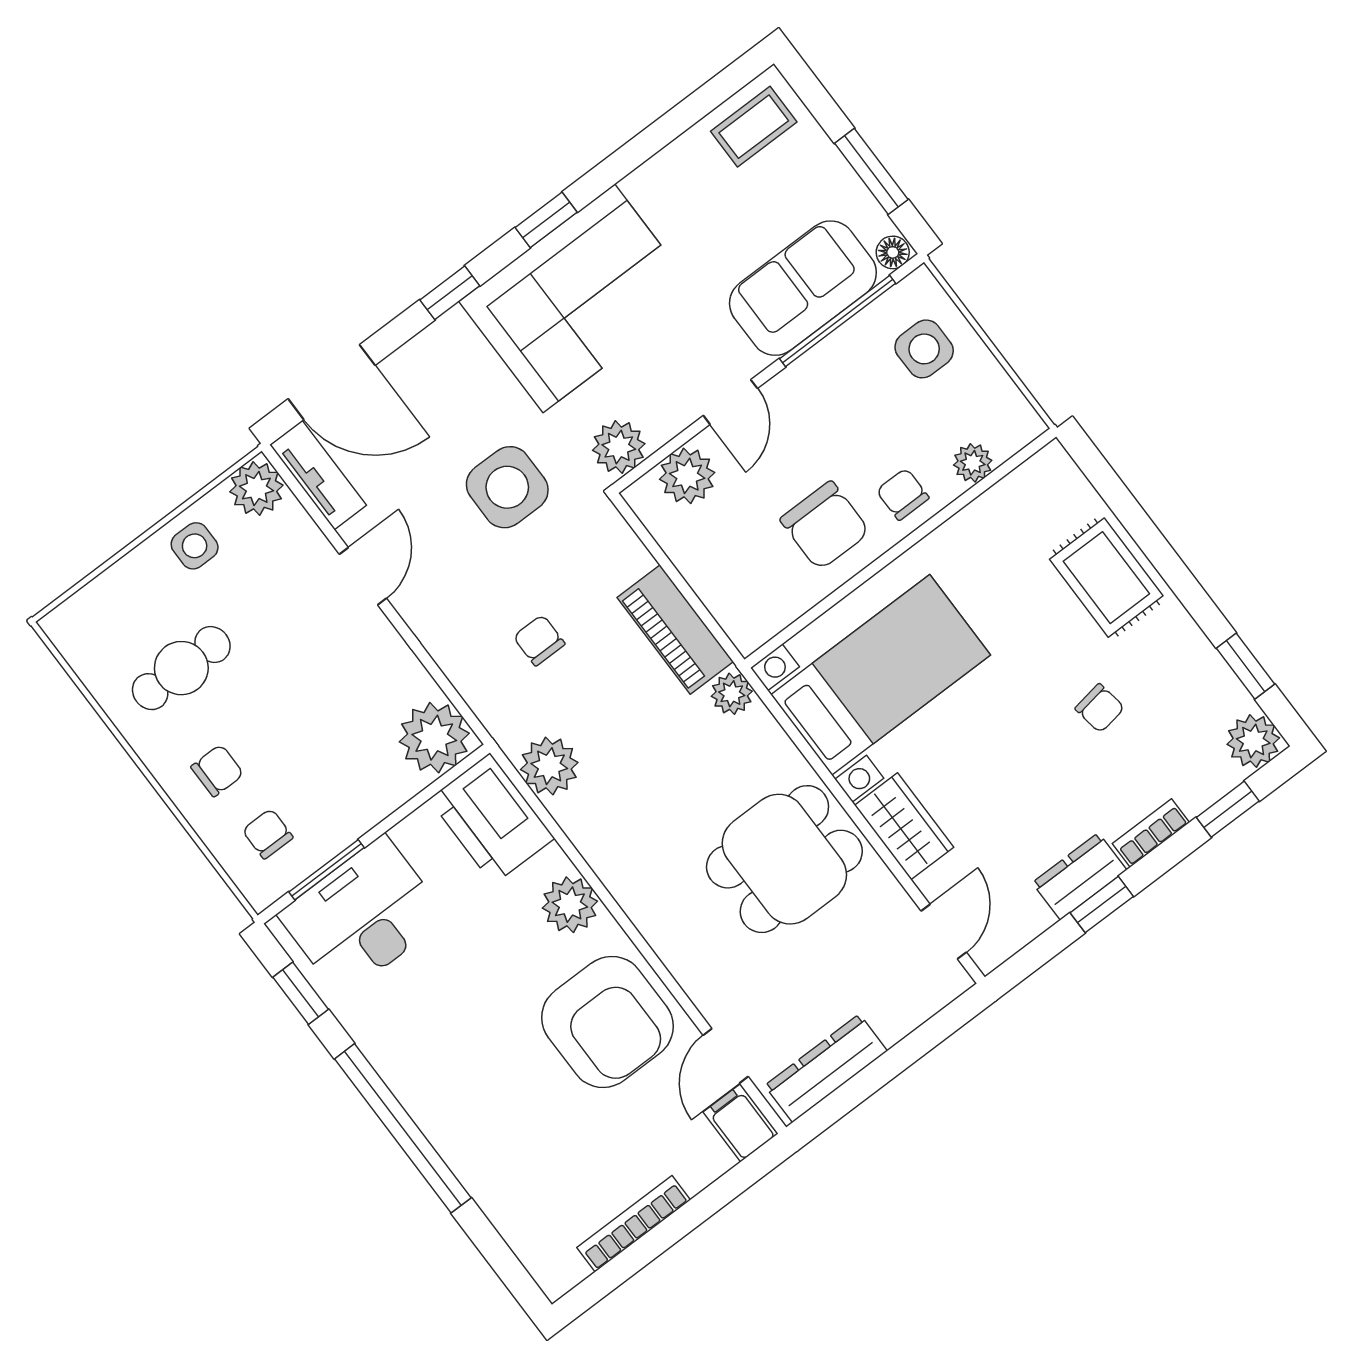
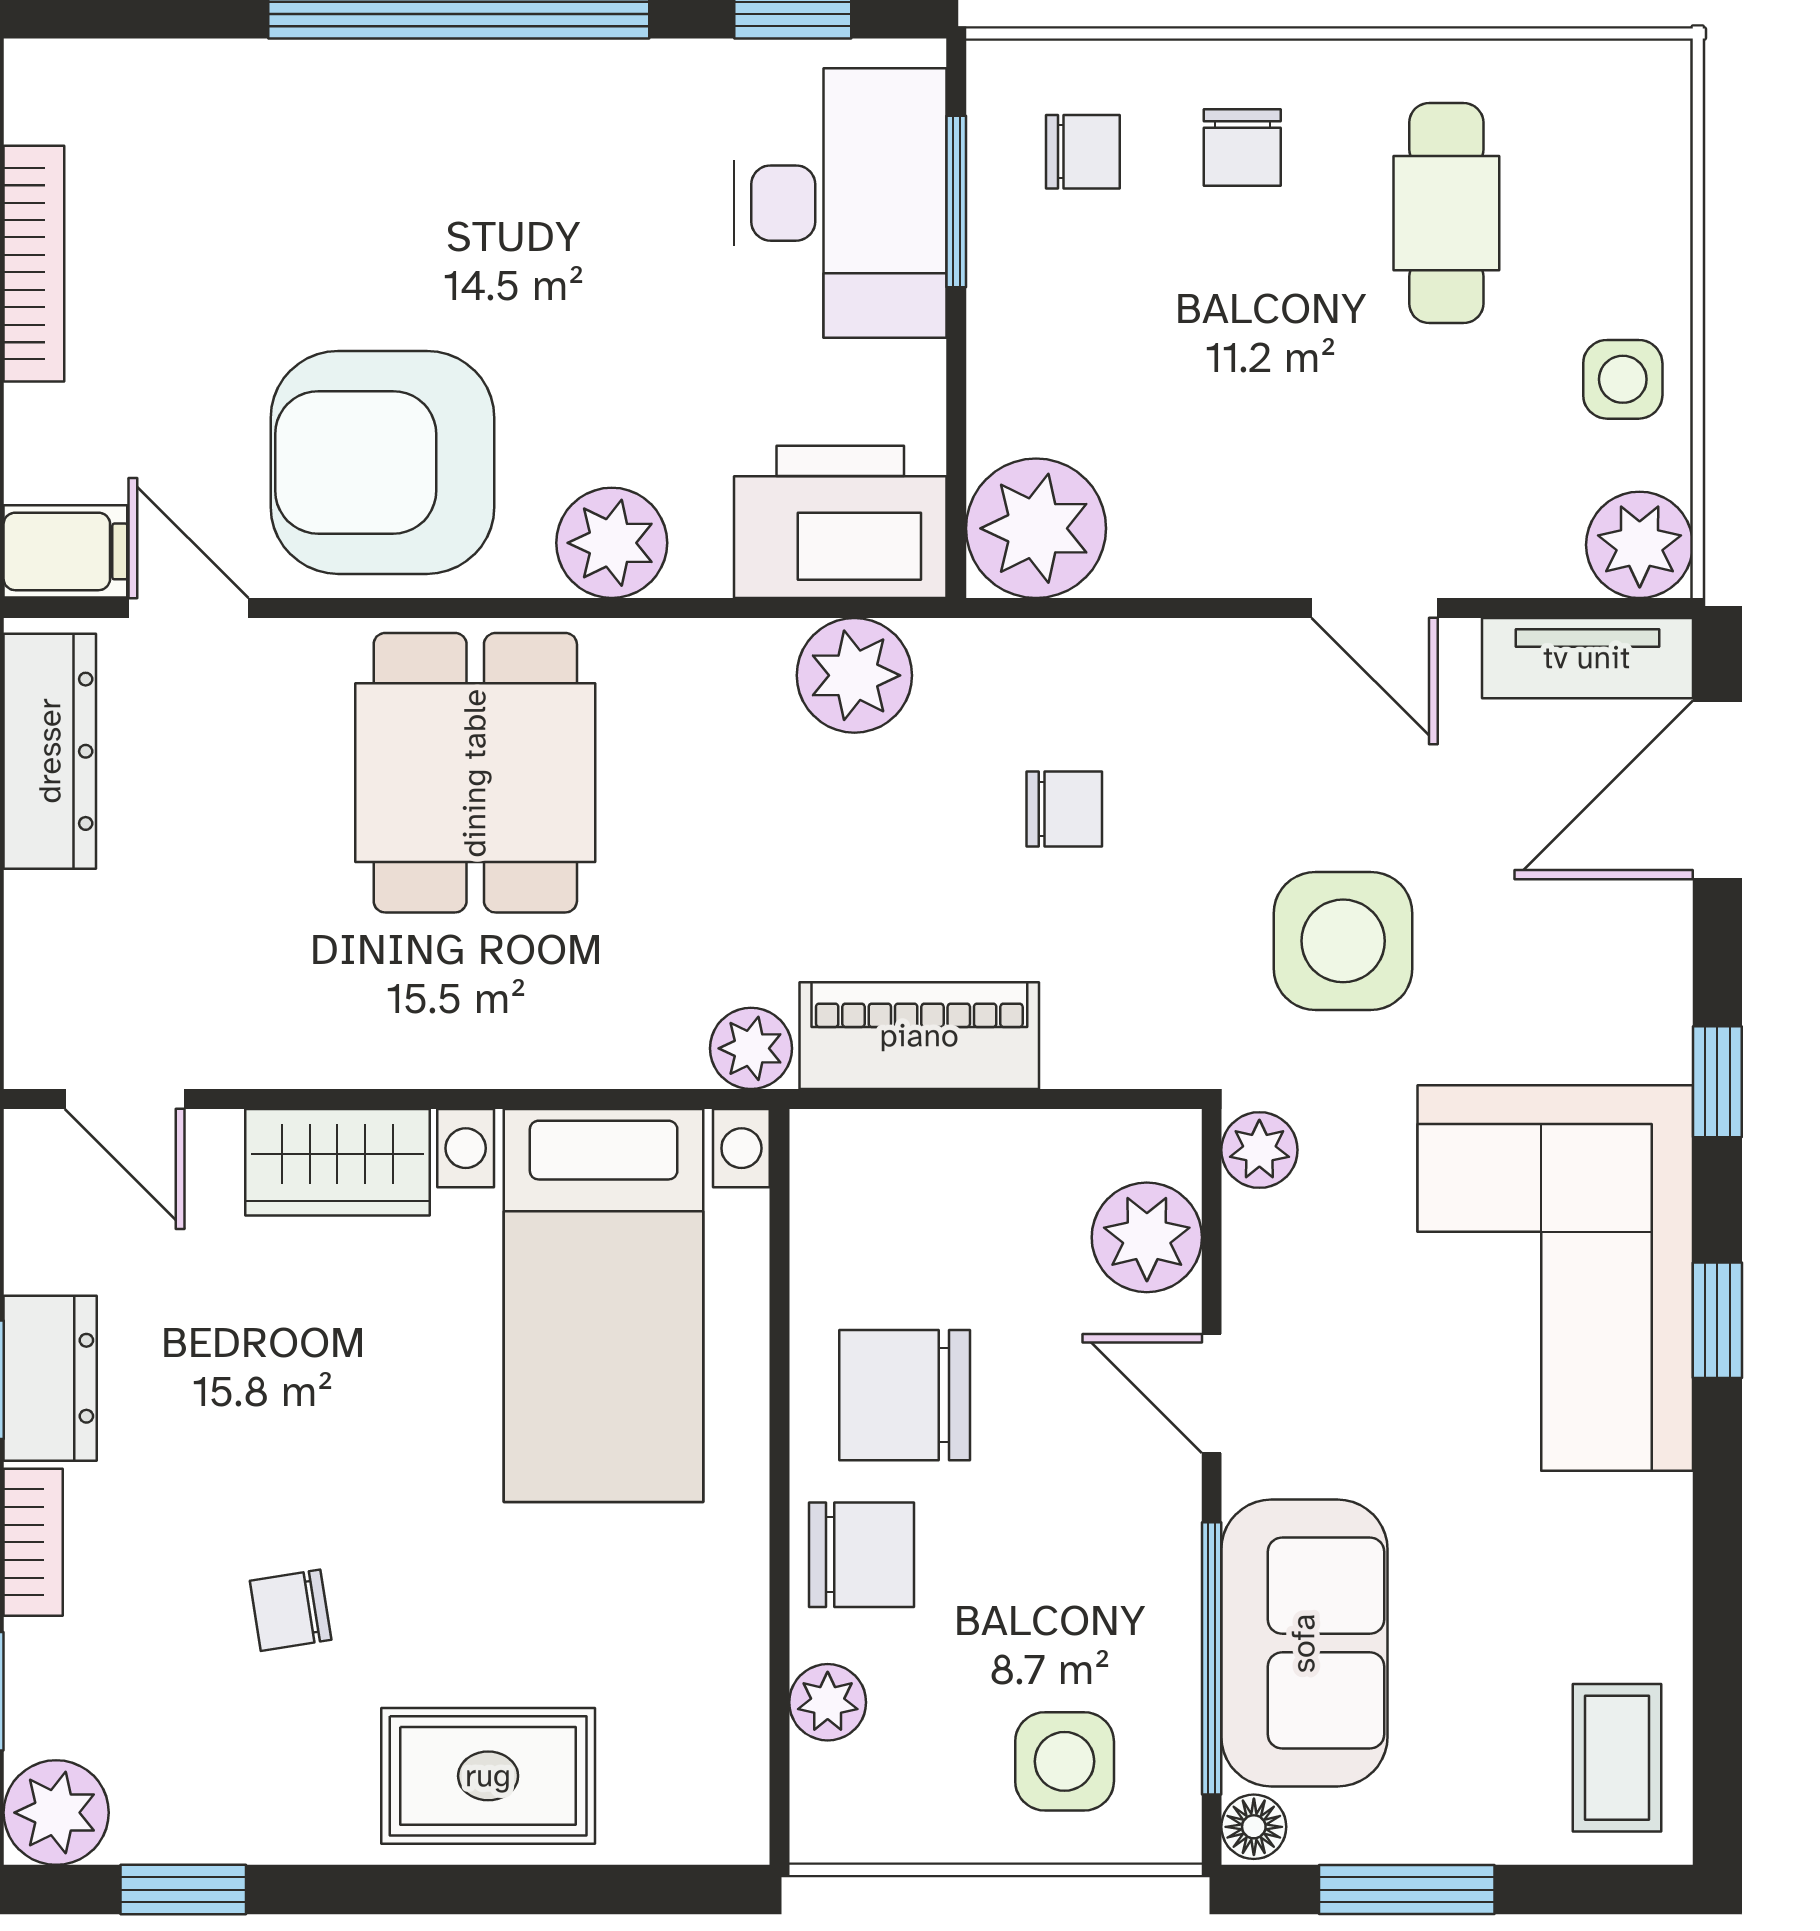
plant: (619, 447) -> (1259, 1150), width x0.73, depth x0.73
chair: (903, 494) -> (862, 1555), width x1.37, depth x1.37
dining table: (784, 859) -> (475, 773), moved

